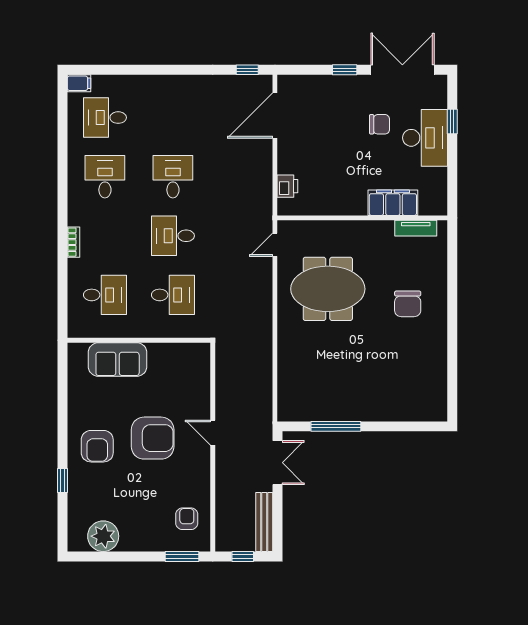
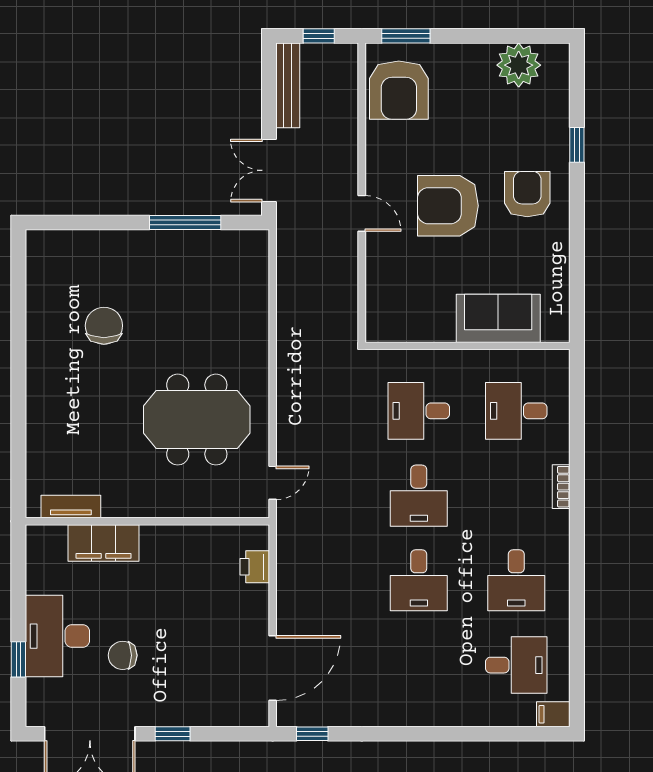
desk: (173, 236) -> (419, 496), turned 90
chair: (408, 304) -> (104, 326), moved
armchair: (187, 519) -> (399, 90), width x1.88, depth x1.88

